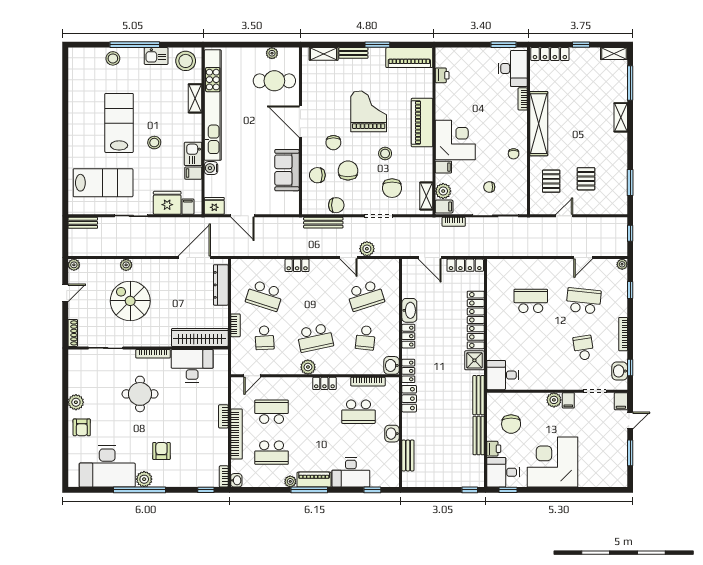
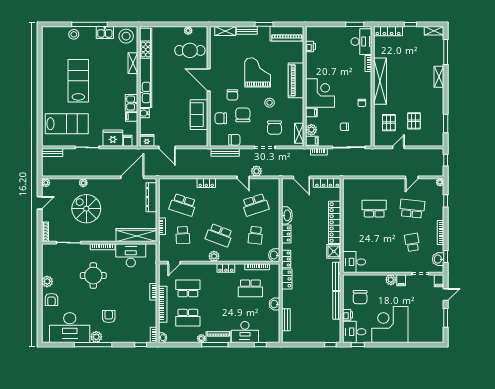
stool: (154, 143) -> (104, 95), removed
school desk: (315, 338) -> (219, 235), turned 33

